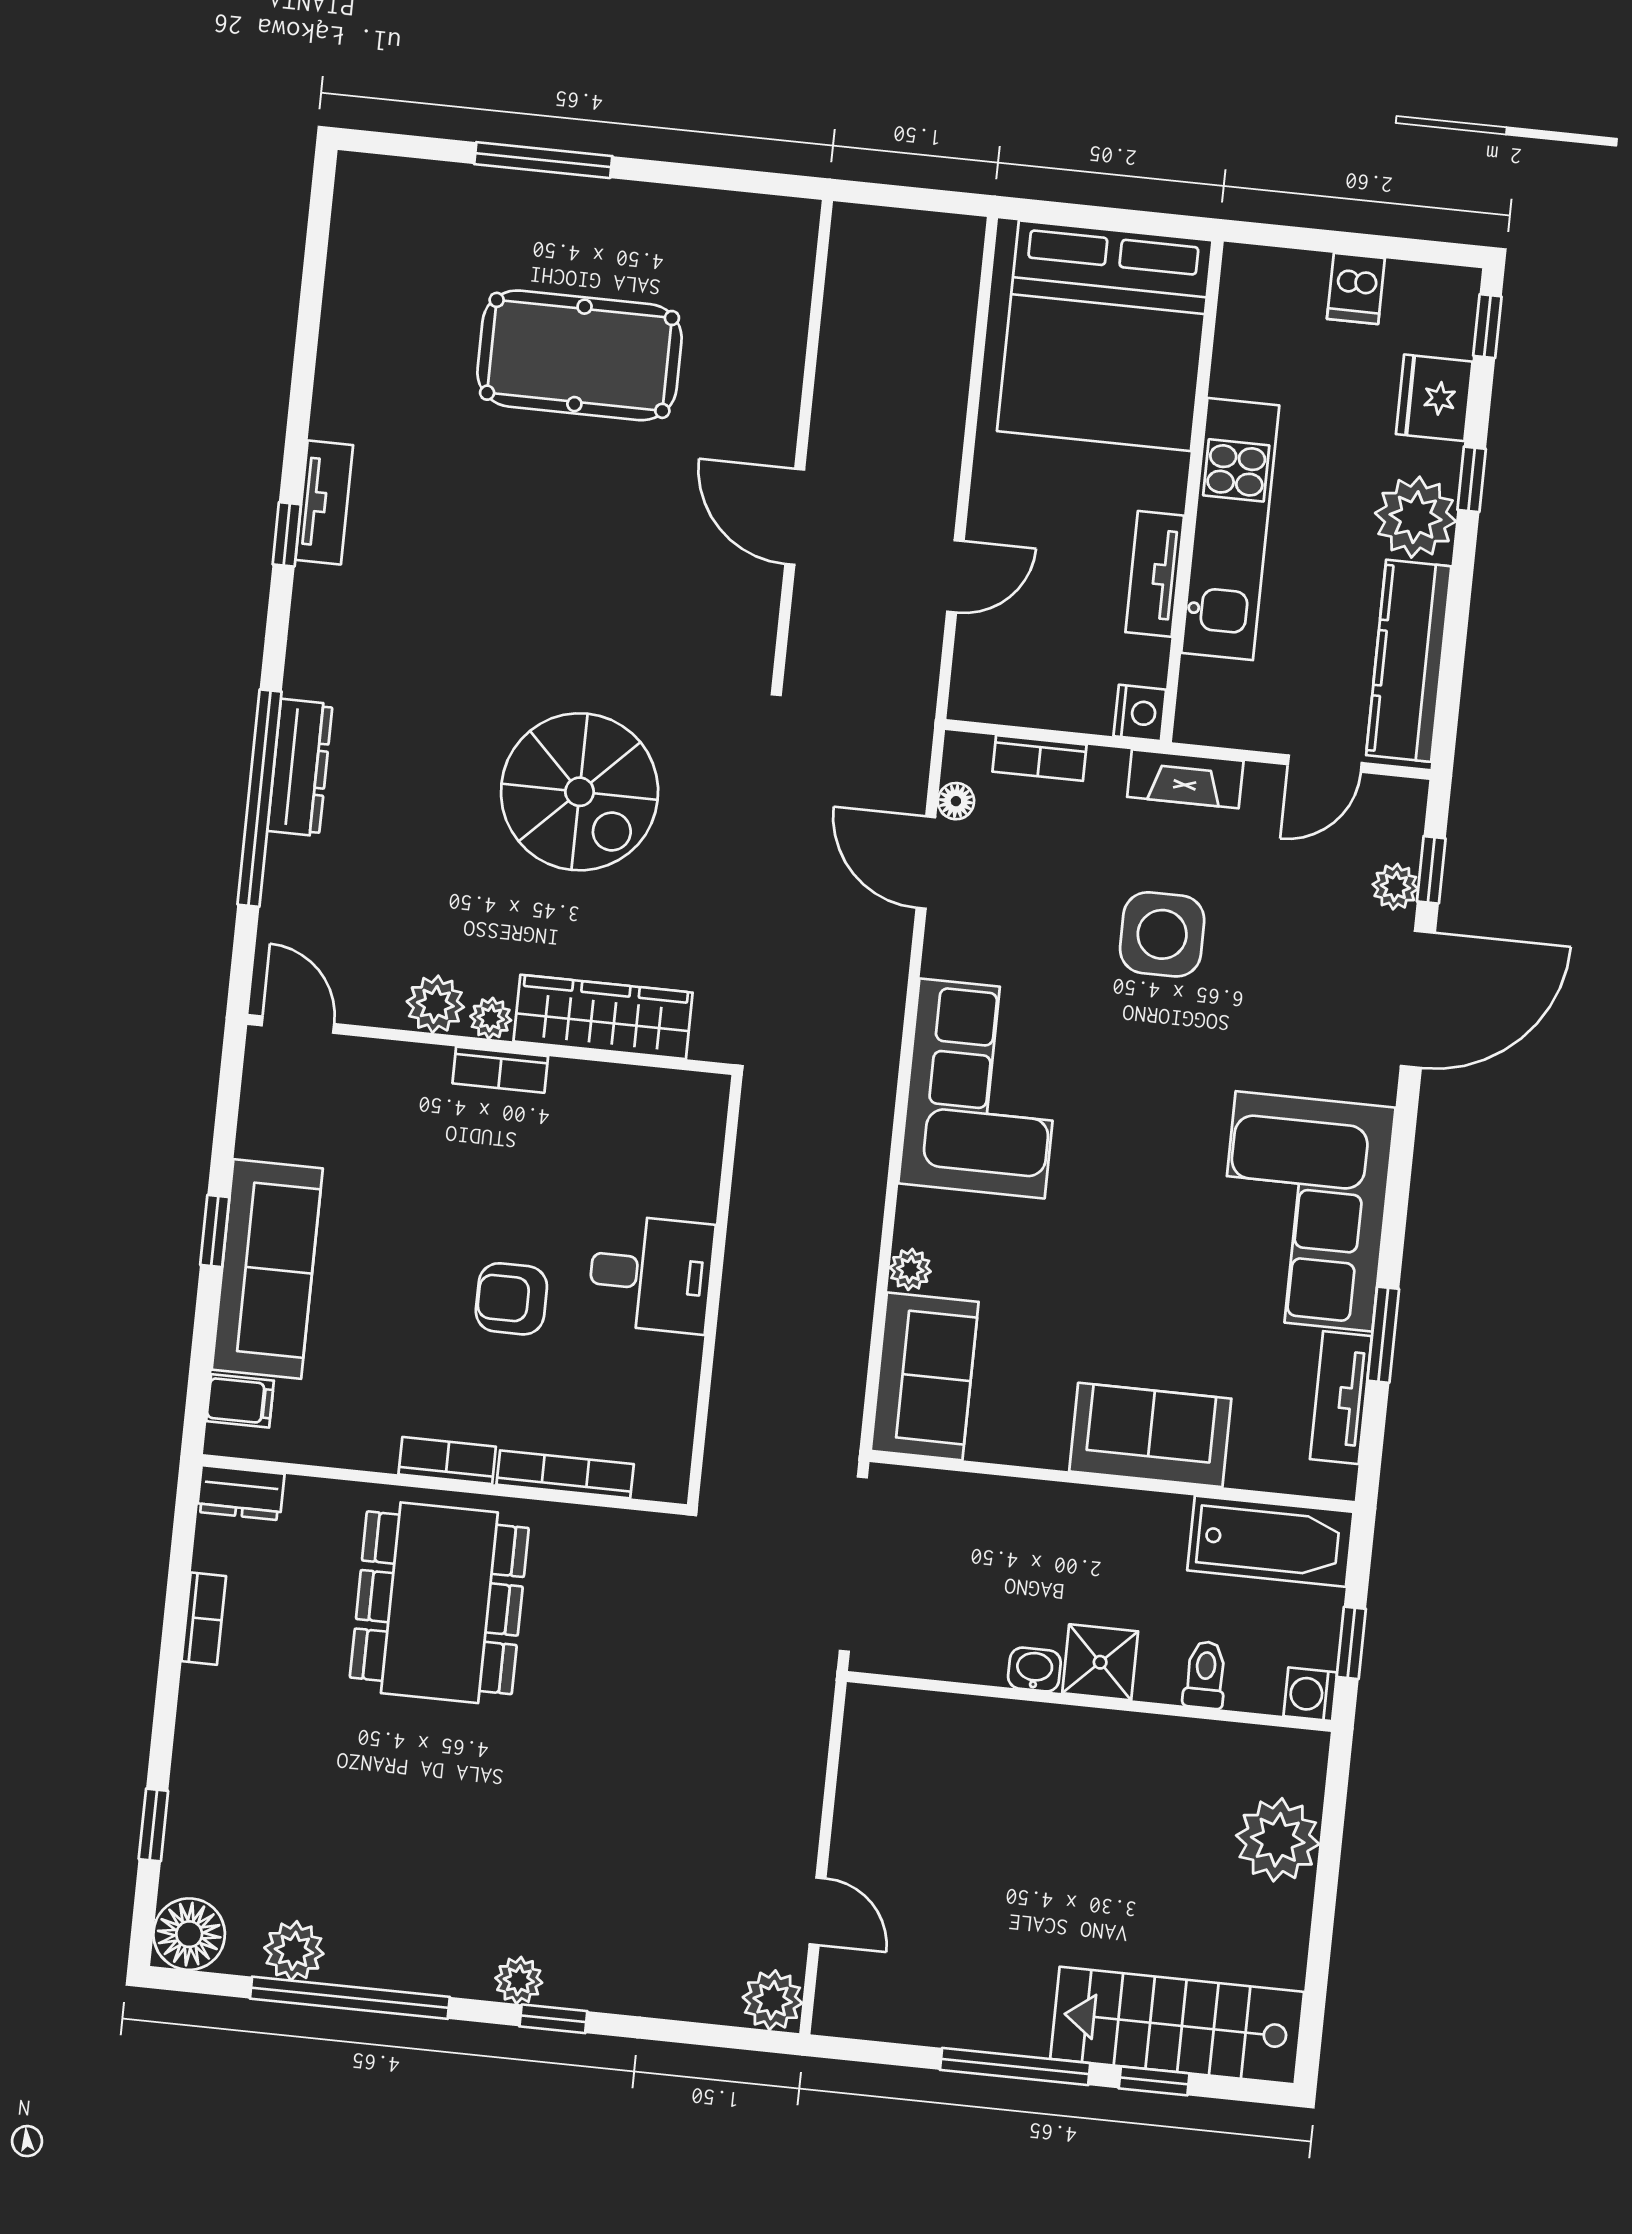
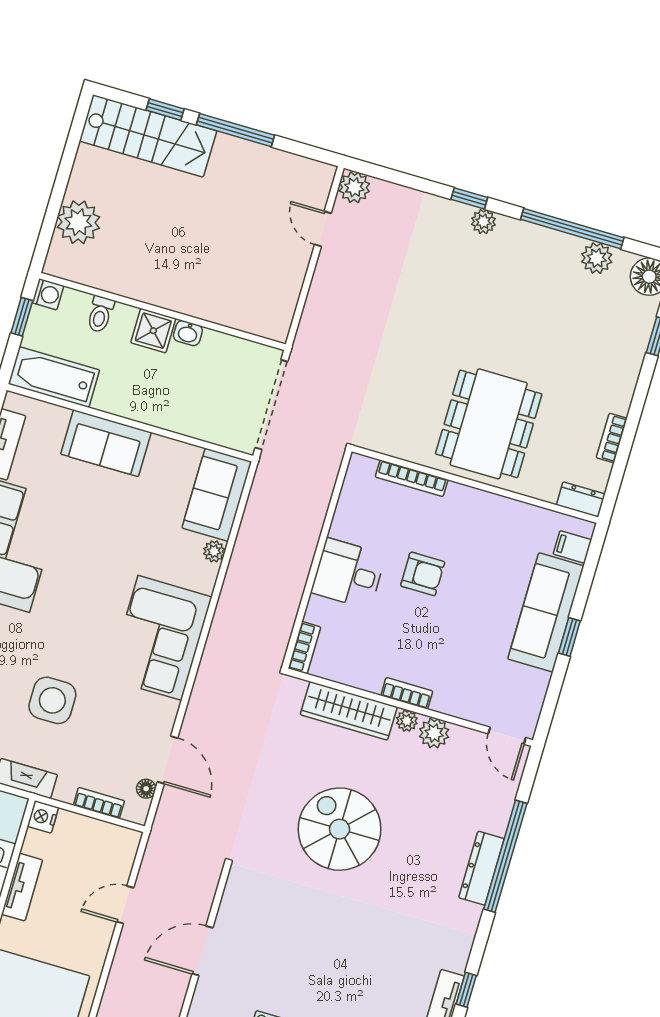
door: (795, 517) -> (202, 951), swing flipped
bookcase: (447, 1461) -> (304, 648), moved, turned -90

